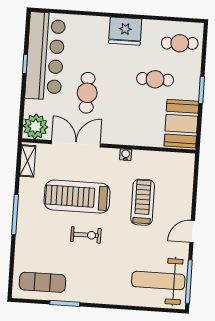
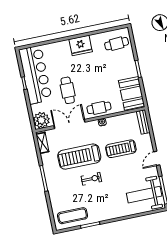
cafe table: (155, 79) -> (99, 108), moved
bench: (187, 171) -> (143, 122), added
treadmill: (143, 202) -> (121, 149), turned -90

